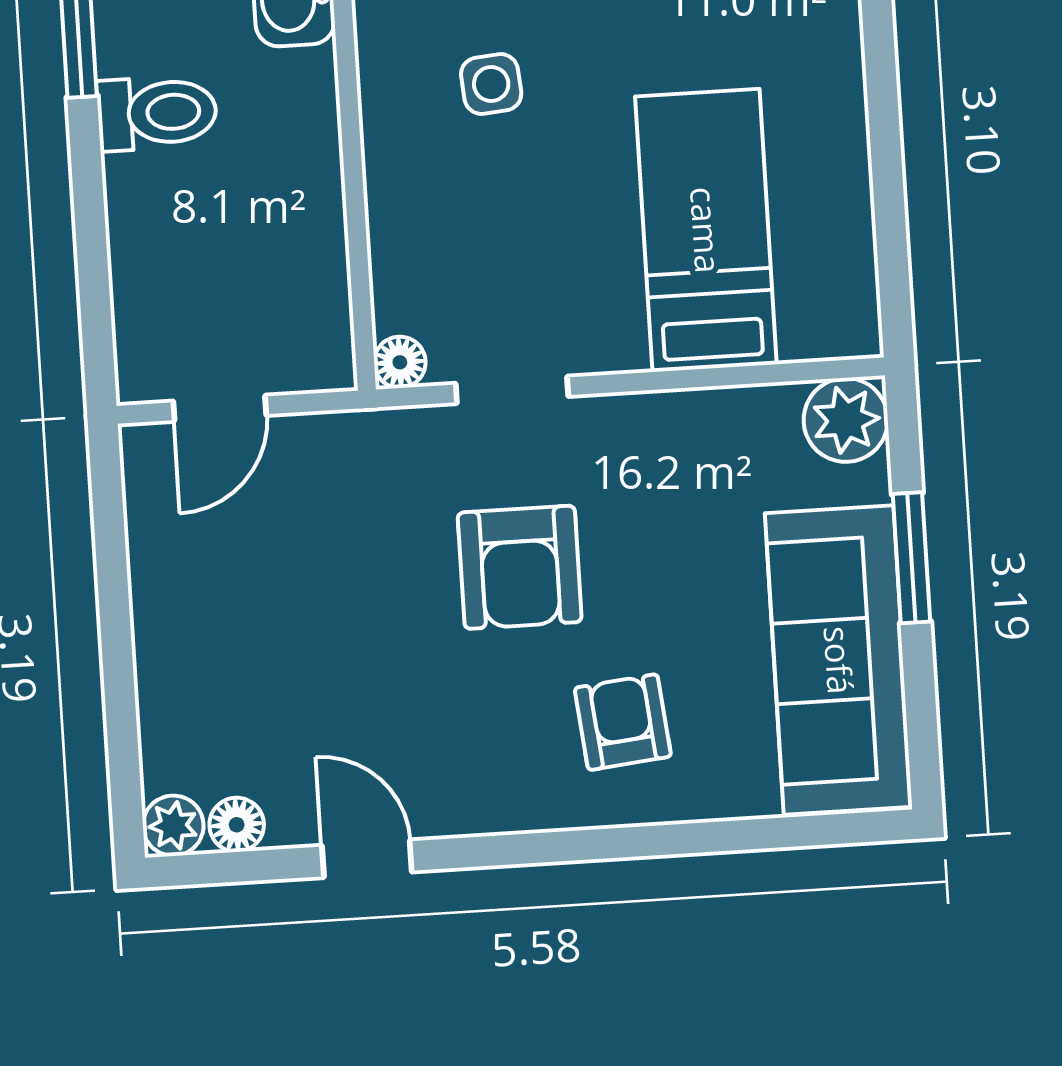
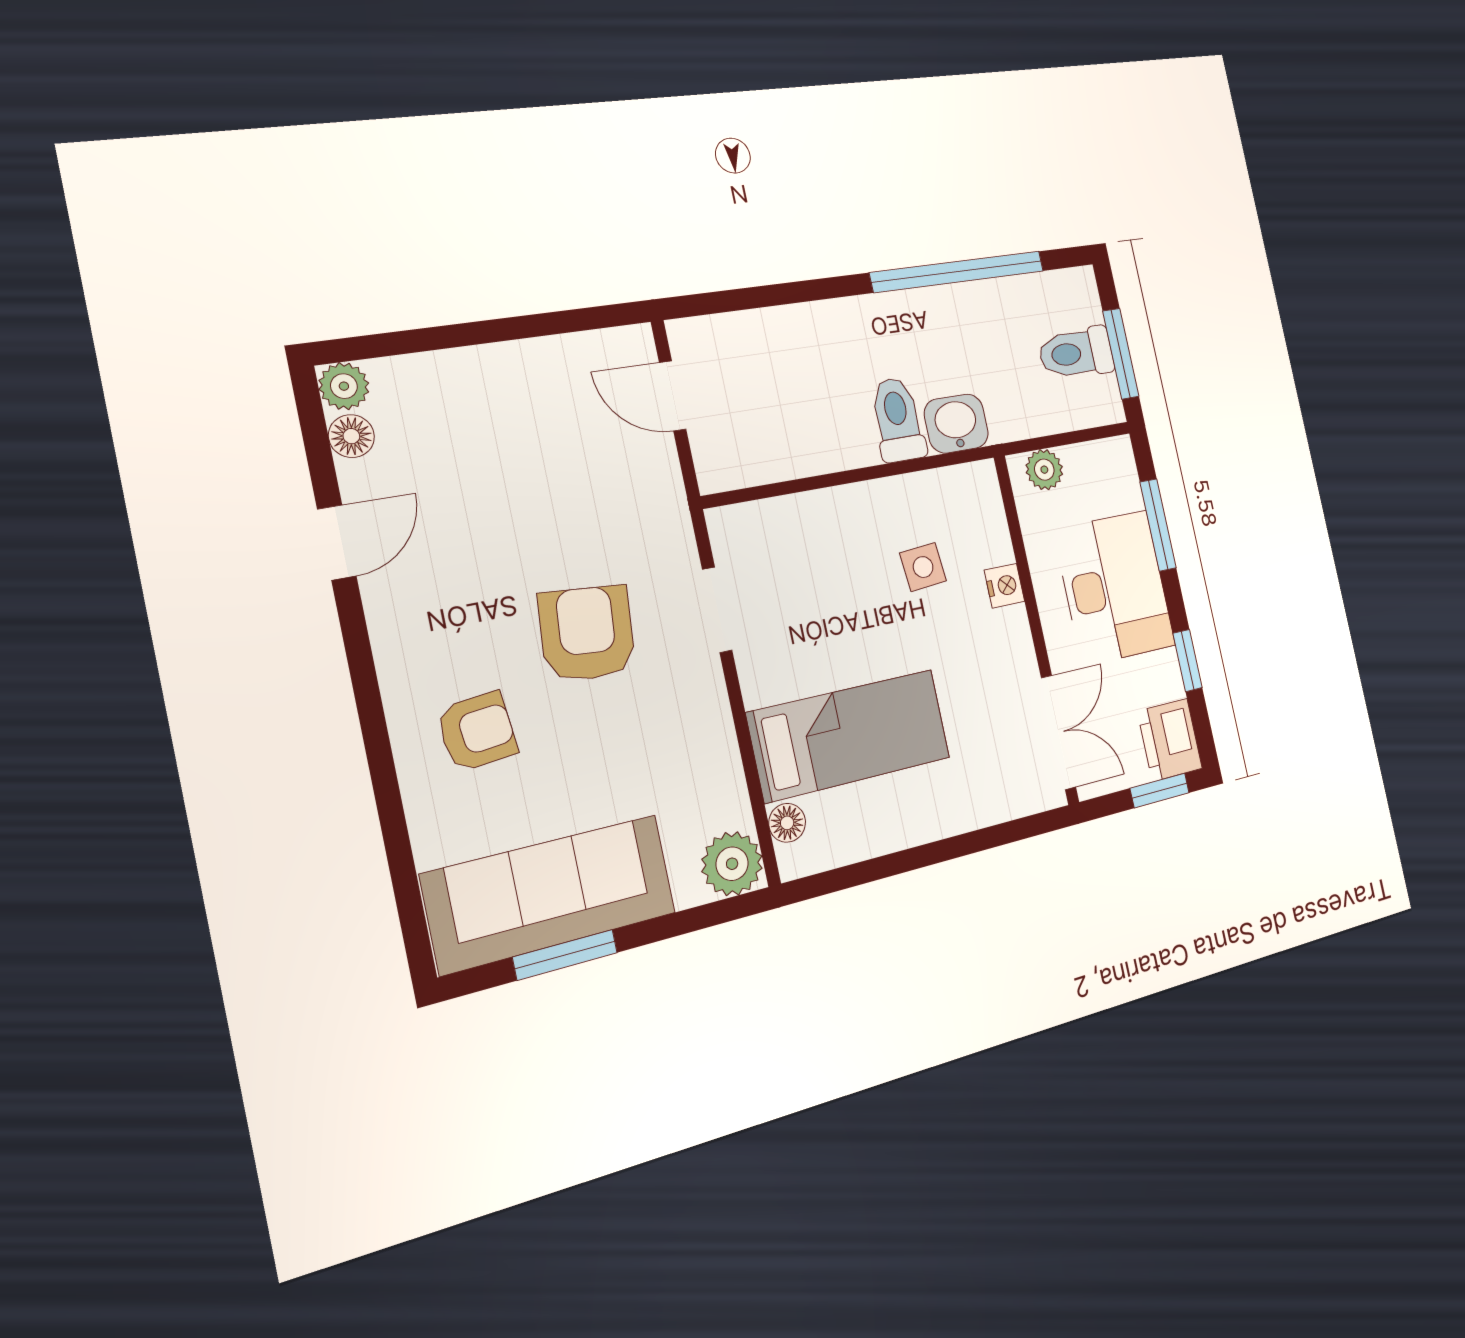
toilet: (157, 113) -> (898, 420), moved, turned 180
floor lamp: (400, 362) -> (787, 823), moved
window: (911, 558) -> (565, 955), moved
armchair: (520, 567) -> (587, 633), turned 95

